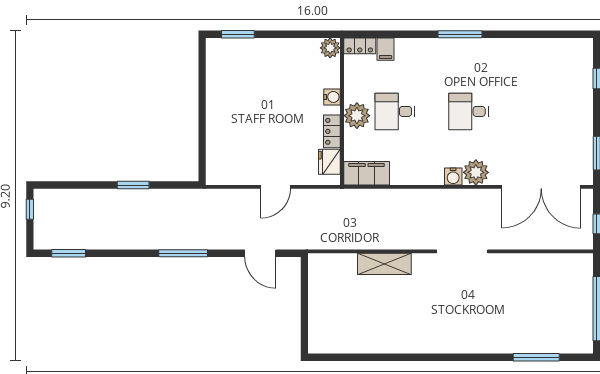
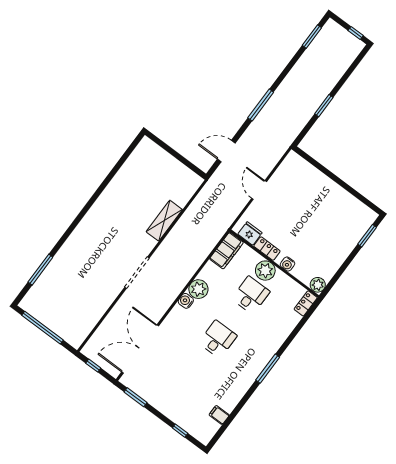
filing cabinet: (386, 49) -> (219, 415), moved
plant: (476, 172) -> (198, 289), moved

